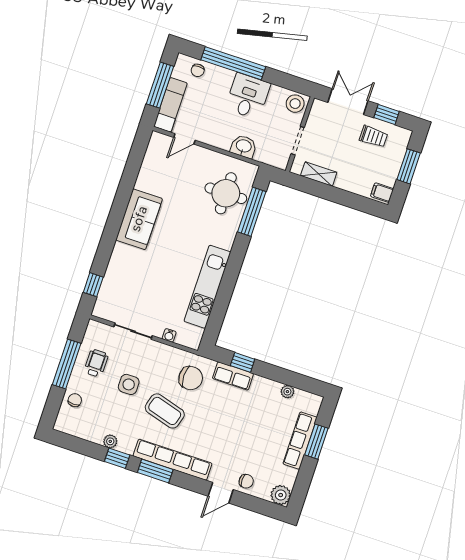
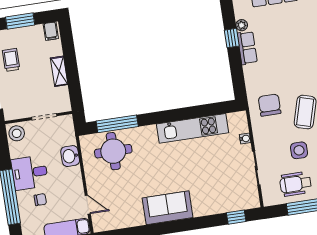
chair: (198, 70) -> (40, 200), moved
shelving: (319, 174) -> (59, 71), moved
window: (243, 362) -> (232, 38), moved
wheelchair: (96, 363) -> (296, 184), width x1.36, depth x1.37
row of seats: (233, 376) -> (247, 48), moved

